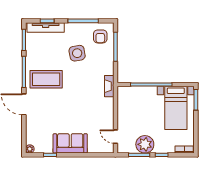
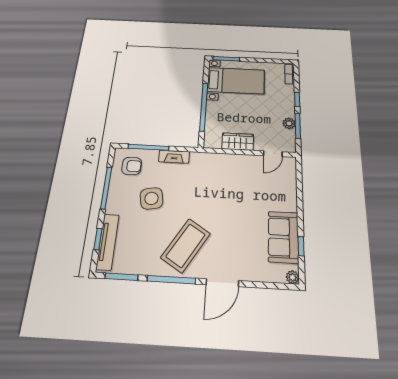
coffee table: (46, 79) -> (186, 246), turned 32
fireplace: (109, 86) -> (174, 157), moved
wardrobe: (124, 111) -> (238, 142), added
sofa: (70, 143) -> (283, 237), moved
plant: (145, 144) -> (289, 123), width x0.53, depth x0.53

